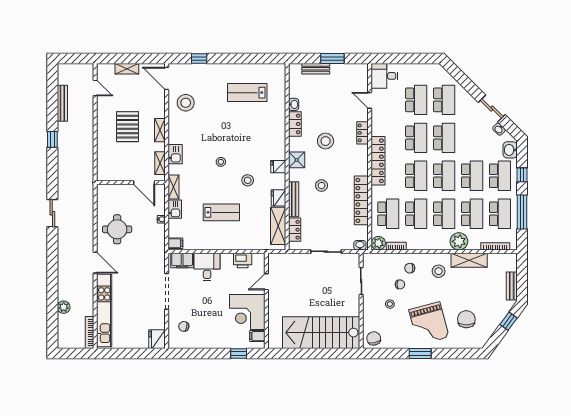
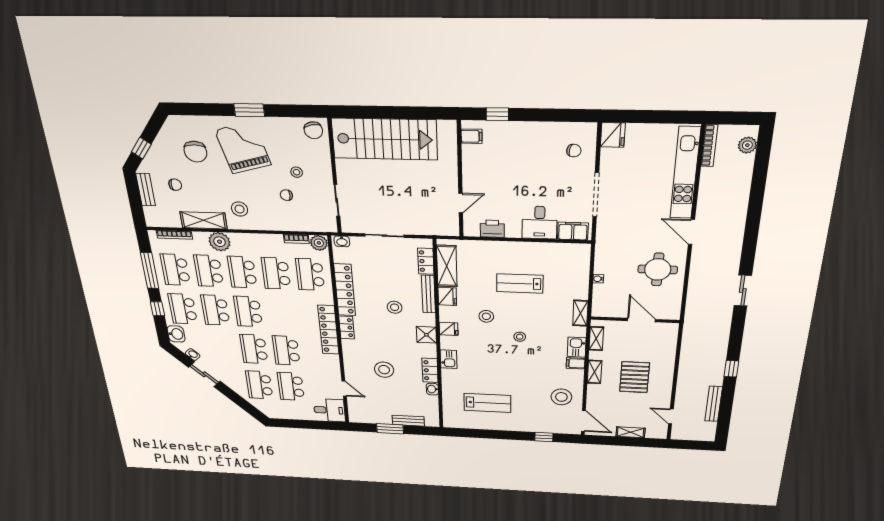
locker: (363, 133) -> (347, 328), moved
stool: (326, 141) -> (384, 370), moved
school desk: (416, 176) -> (281, 313), removed
door: (144, 183) -> (641, 320), moved
kitchen sink: (175, 209) -> (449, 359), moved, turned 180
filing cabinet: (175, 243) -> (576, 363), moved
chair: (410, 268) -> (175, 185), moved
plant: (64, 307) -> (747, 145), moved
corner desk: (247, 312) -> (486, 167), removed

